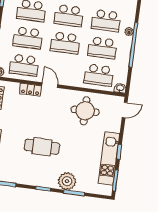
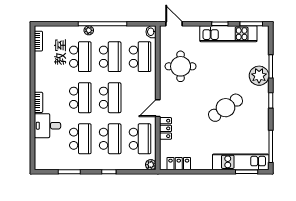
cafe table: (42, 147) -> (226, 108), turned 55

